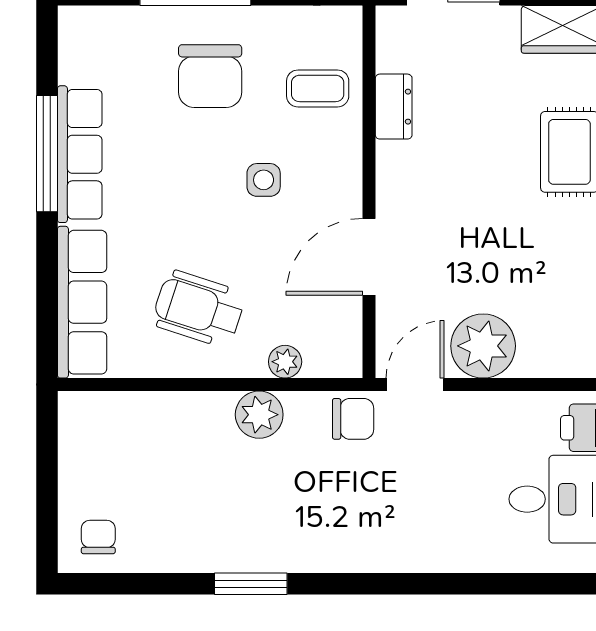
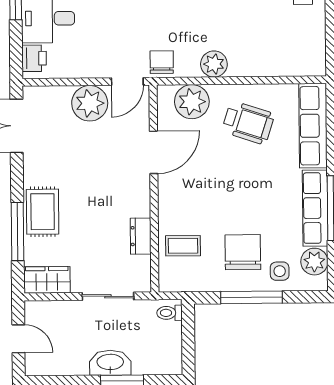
plant: (82, 58) -> (314, 262), added
side table: (264, 180) -> (280, 271), moved
plant: (285, 362) -> (192, 102), width x1.87, depth x1.87
chair: (353, 419) -> (162, 62), turned 90

